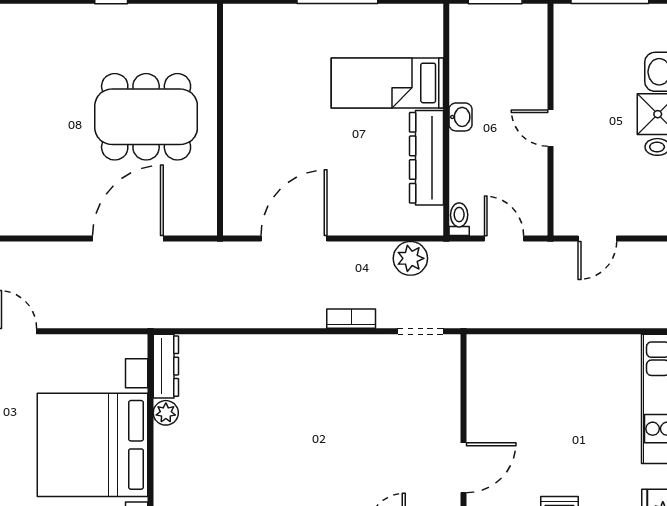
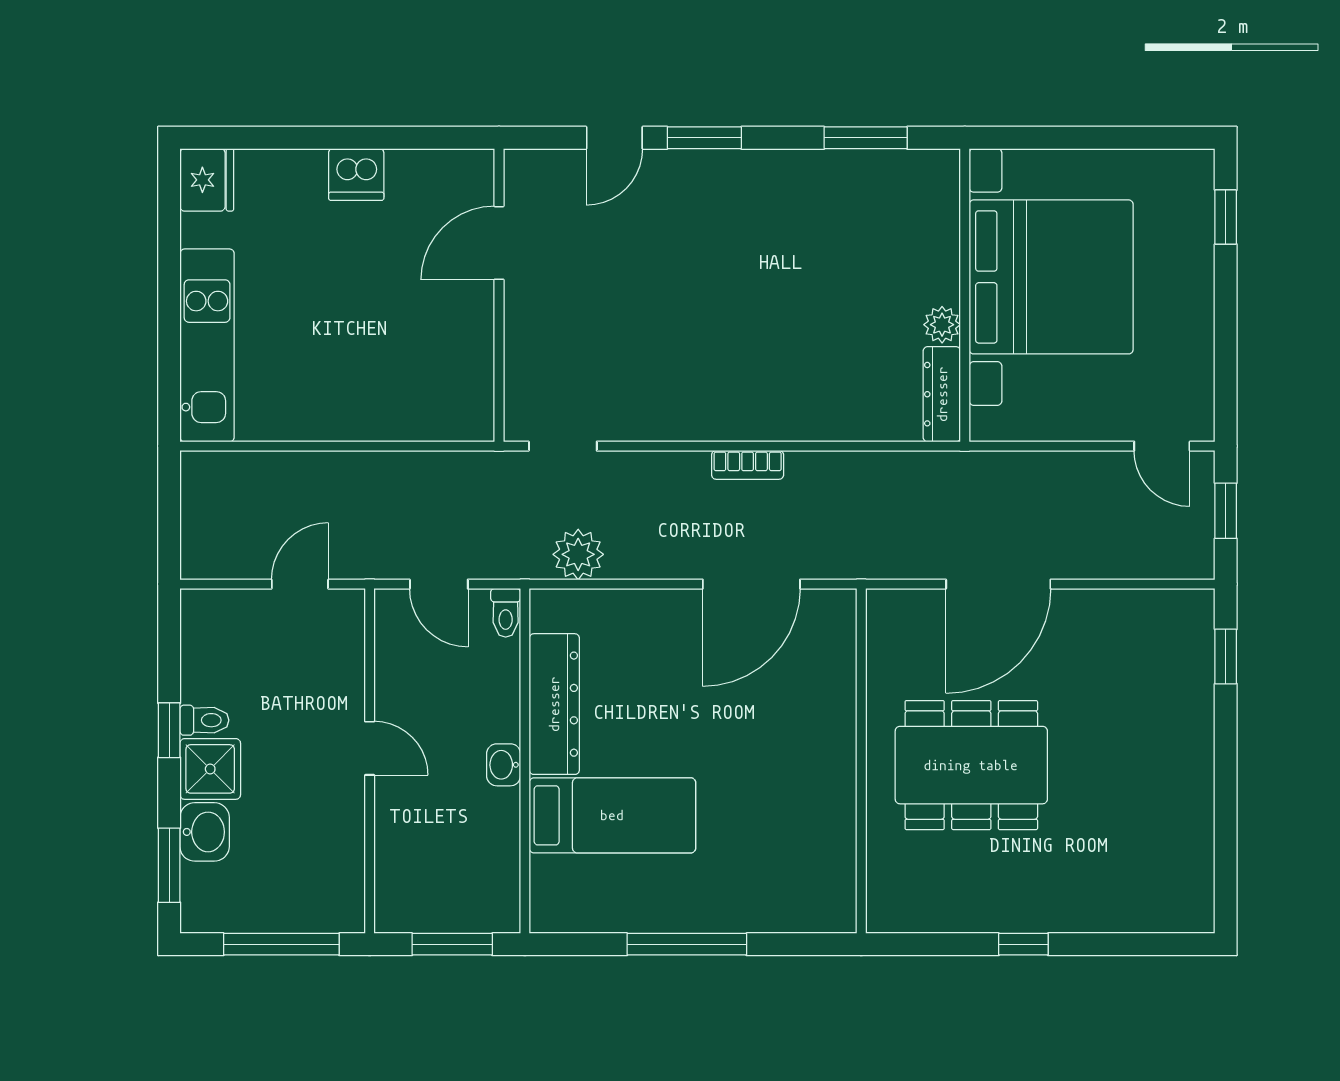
bookcase: (351, 319) -> (748, 465), moved

